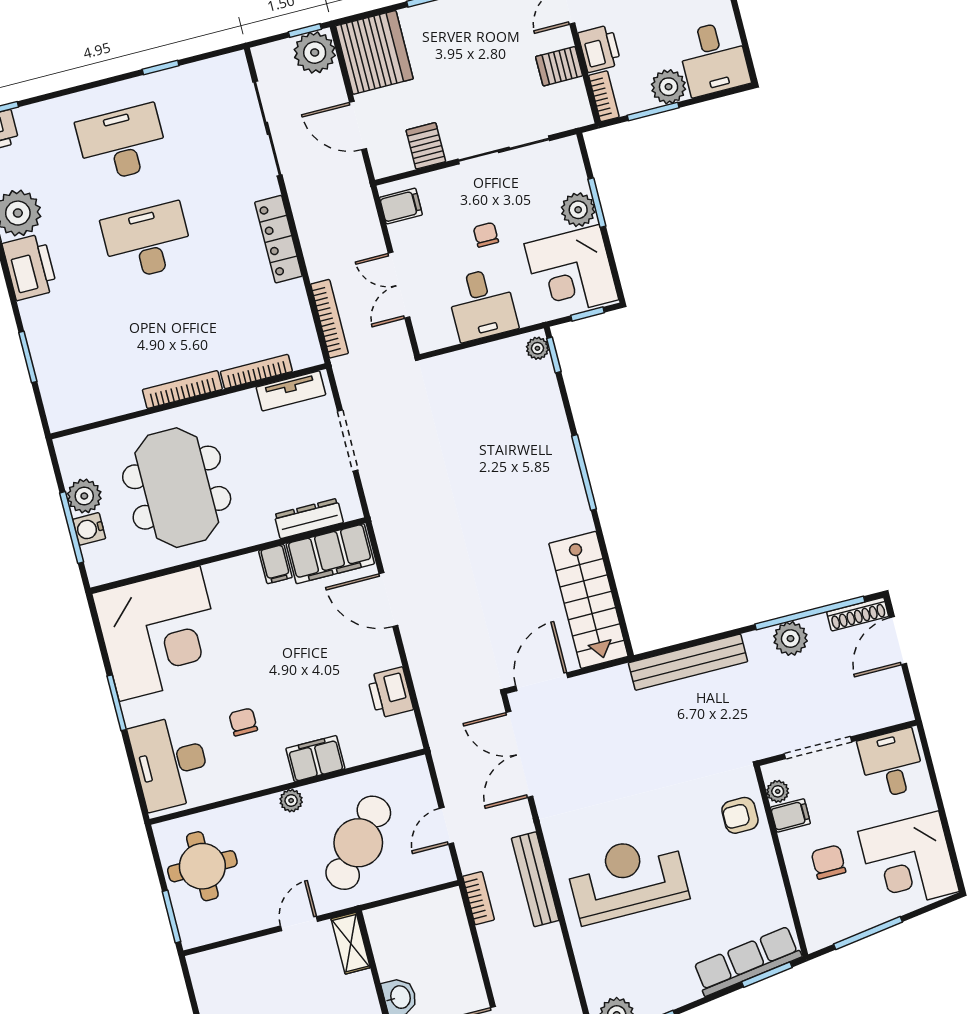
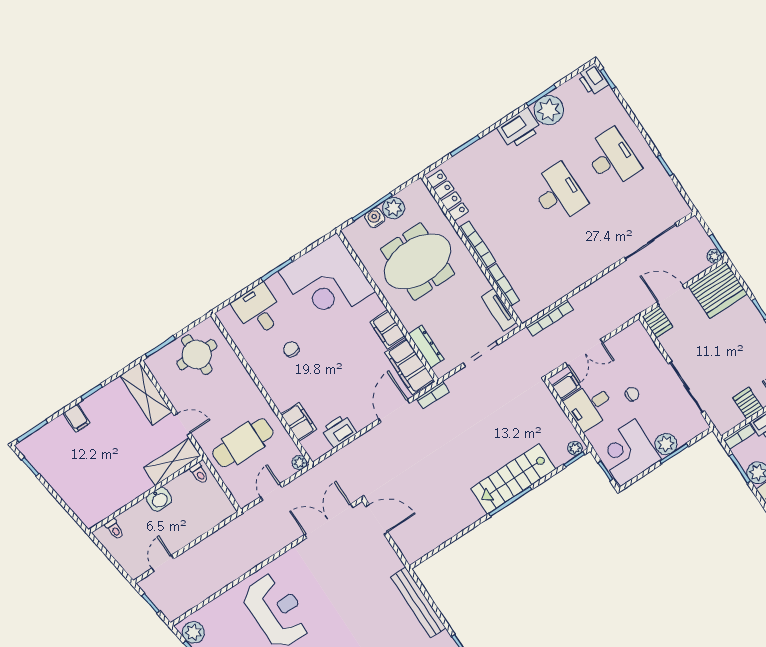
plant: (315, 53) -> (714, 256), width x0.53, depth x0.53
door: (358, 125) -> (671, 295), hinge flipped
server rack: (426, 146) -> (658, 322), moved, turned 90
filing cabinet: (401, 206) -> (566, 386), moved, turned -90
locker: (278, 239) -> (448, 195), moved, turned 90
double door: (399, 285) -> (584, 353), swing flipped
filing cabinet: (275, 564) -> (388, 329), width x2.00
stairs: (588, 600) -> (513, 479), moved
chair: (243, 722) -> (291, 349), turned -90
filing cabinet: (315, 759) -> (299, 422), moved
desk: (170, 763) -> (258, 310), width x0.73
plant: (291, 801) -> (299, 463), moved
door: (446, 826) -> (271, 492), hinge flipped
cafe table: (358, 843) -> (243, 443), turned -41
bench: (535, 879) -> (257, 556), removed
bookcase: (478, 898) -> (433, 395), moved
toilet: (381, 924) -> (199, 473), added
shelving: (351, 943) -> (172, 462), width x1.50, depth x1.33
shelving: (235, 963) -> (146, 394), added

